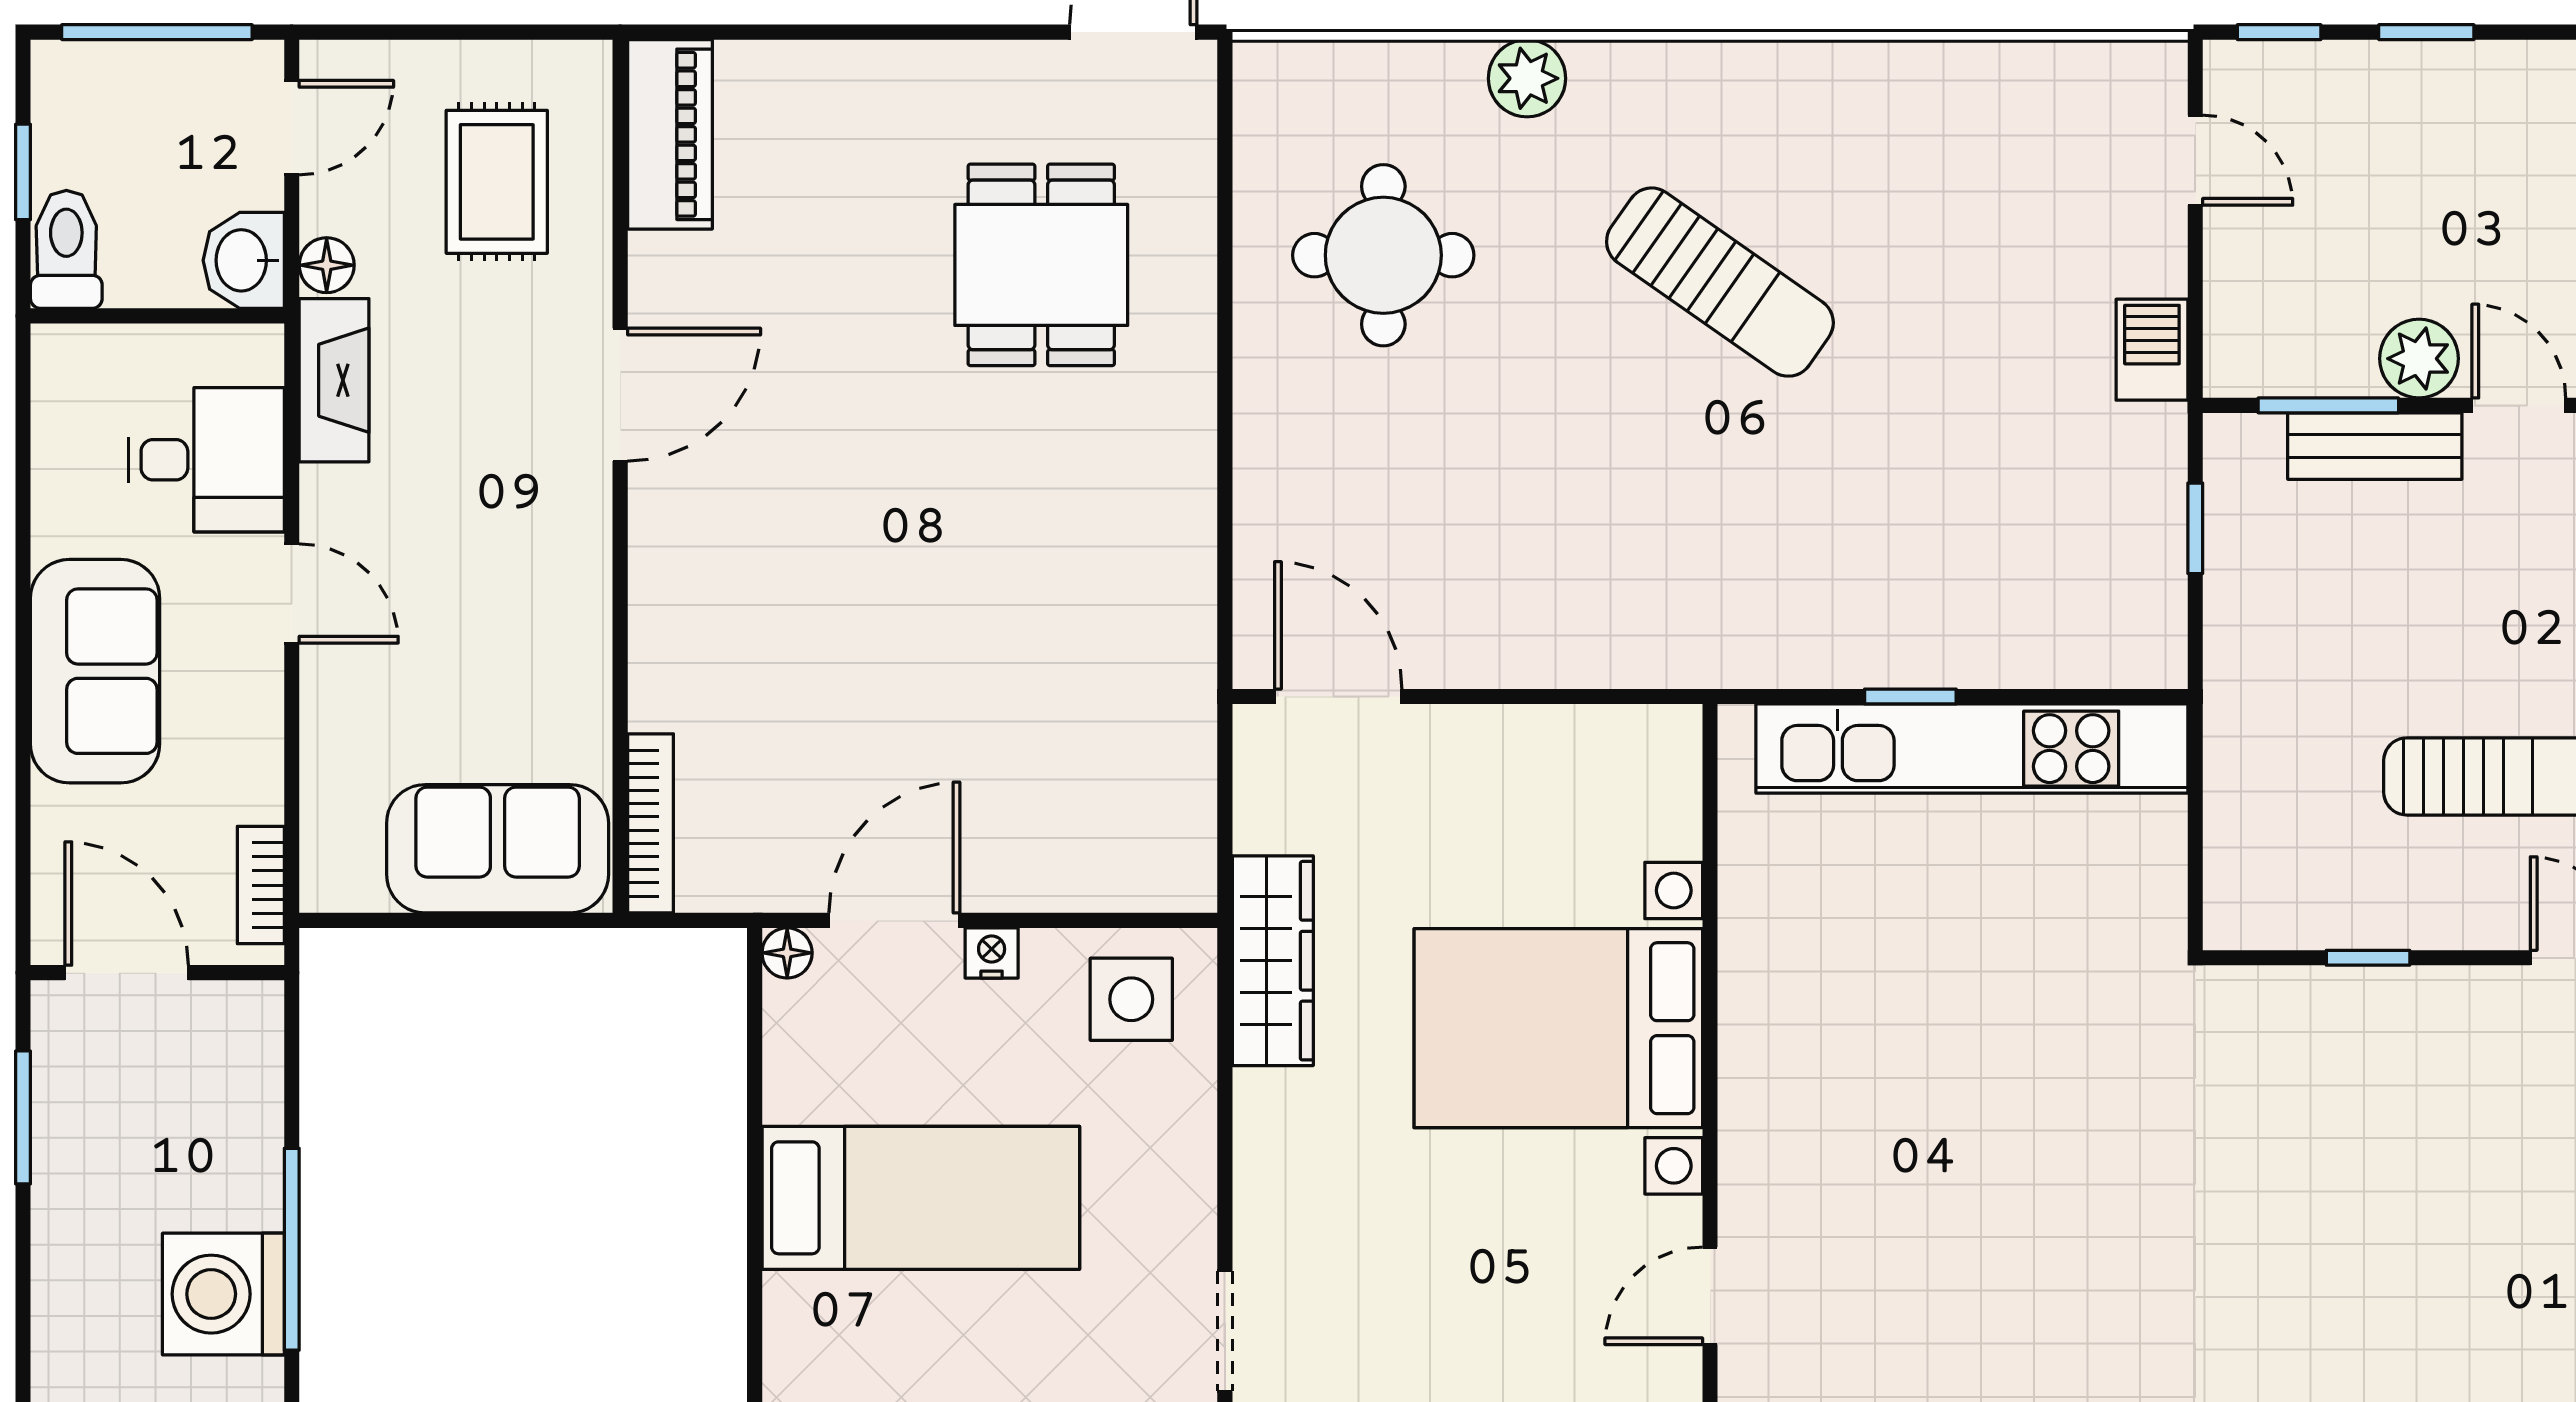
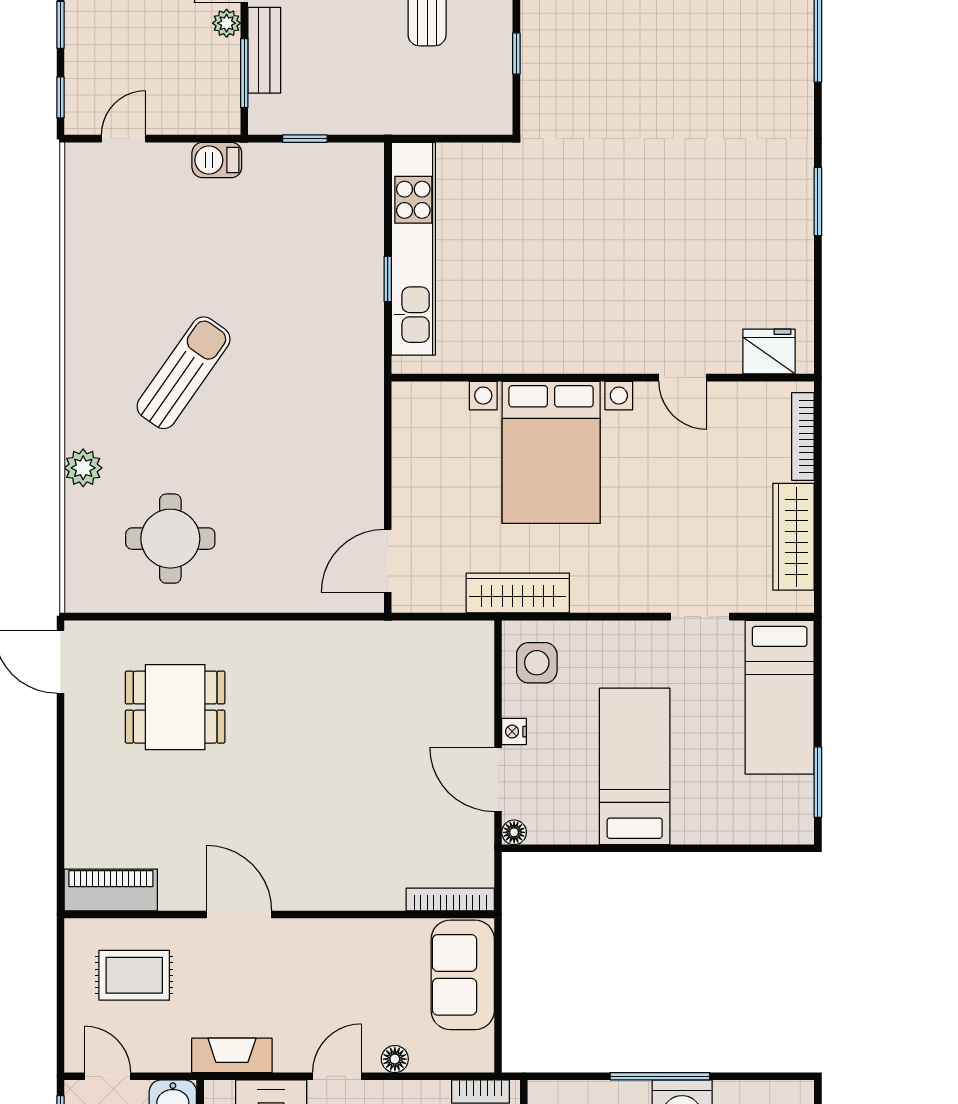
floor lamp: (327, 265) -> (395, 1059), moved
plant: (2419, 359) -> (227, 23), width x0.73, depth x0.73

